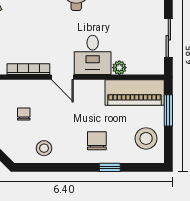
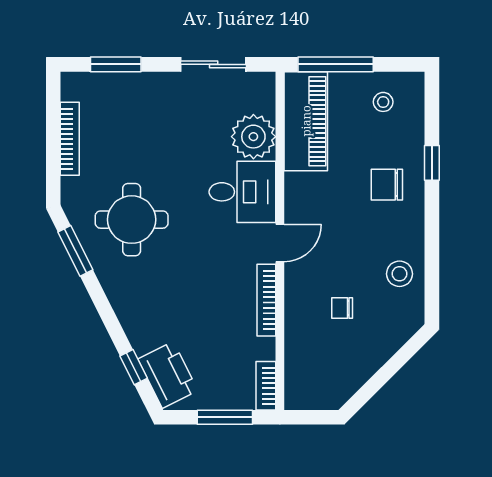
plant: (119, 68) -> (253, 137), width x1.88, depth x1.88
window: (168, 110) -> (336, 64), width x1.44
stool: (146, 138) -> (383, 102), width x0.53, depth x0.53

